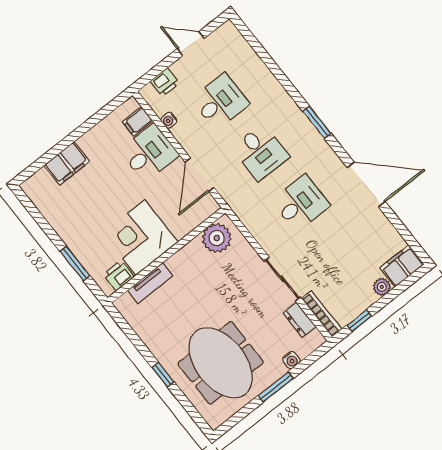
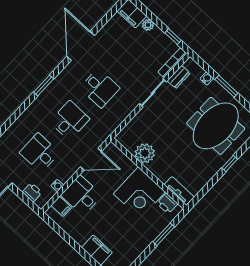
desk: (301, 203) -> (100, 88), turned 180
plant: (217, 238) -> (145, 153), moved
tv unit: (150, 283) -> (179, 191), moved

